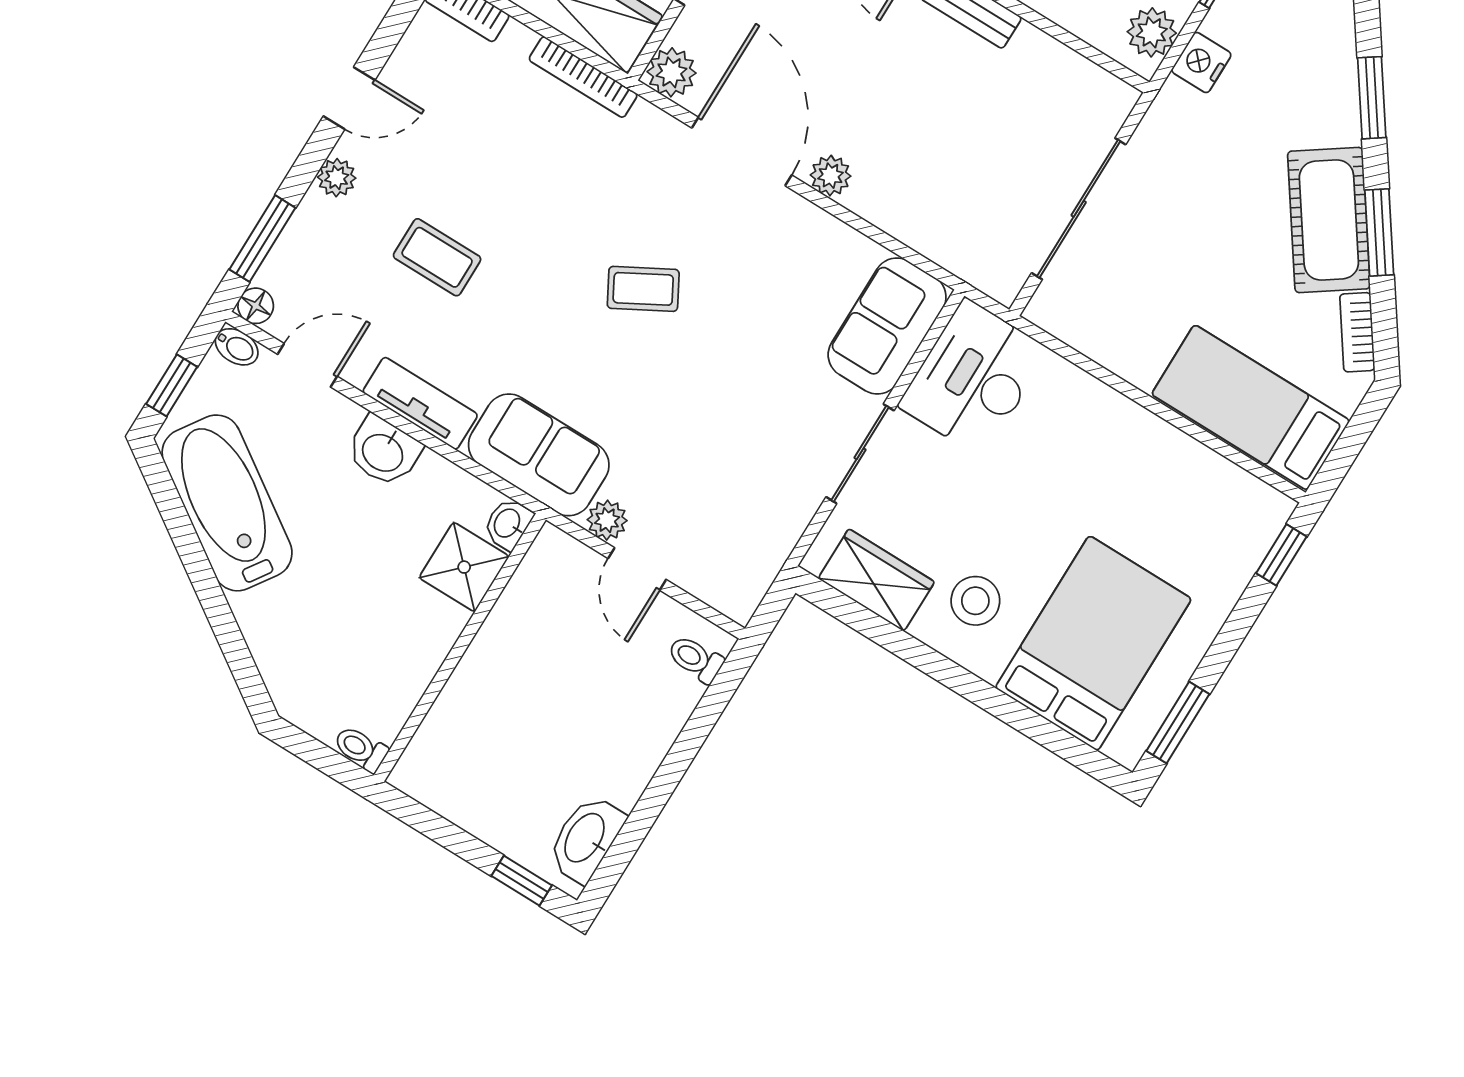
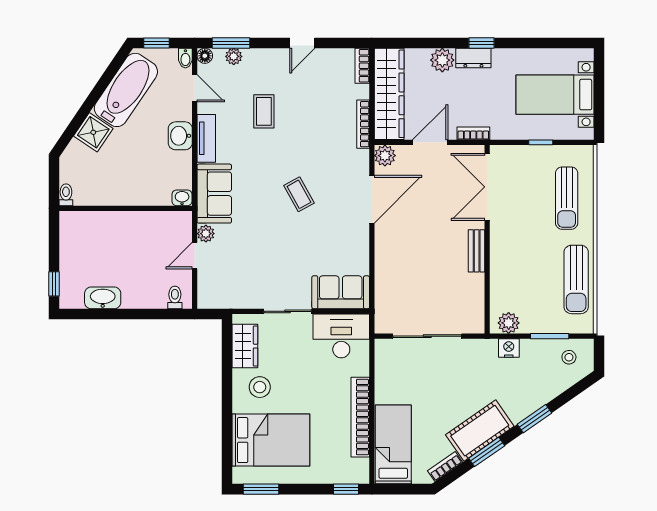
door: (349, 98) -> (302, 43), hinge flipped
plant: (831, 176) -> (383, 237), removed
plant: (337, 178) -> (234, 56), moved
bookcase: (1157, 439) -> (360, 417), added
shower: (464, 567) -> (93, 132), moved, turned 34
washbasin: (586, 839) -> (103, 298), moved

